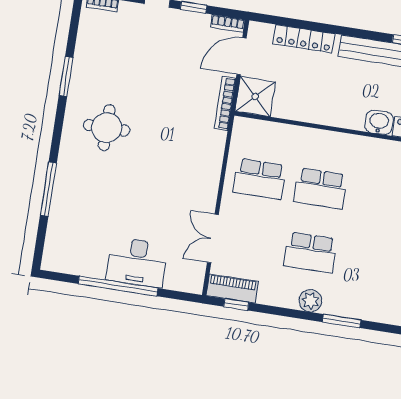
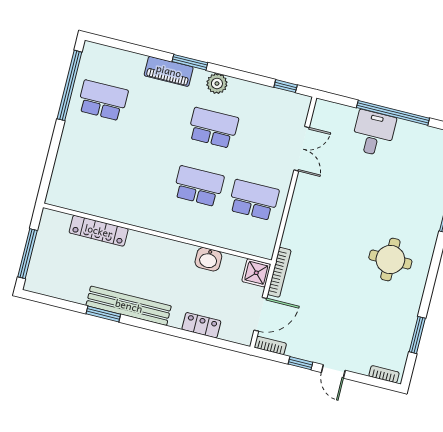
locker: (304, 39) -> (201, 325), width x0.66
window: (66, 76) -> (417, 335), moved
shower: (255, 97) -> (256, 273), width x0.73, depth x0.73
washbasin: (379, 122) -> (208, 259), moved
desk: (137, 262) -> (373, 133), width x0.73
piano: (232, 289) -> (169, 71), moved

